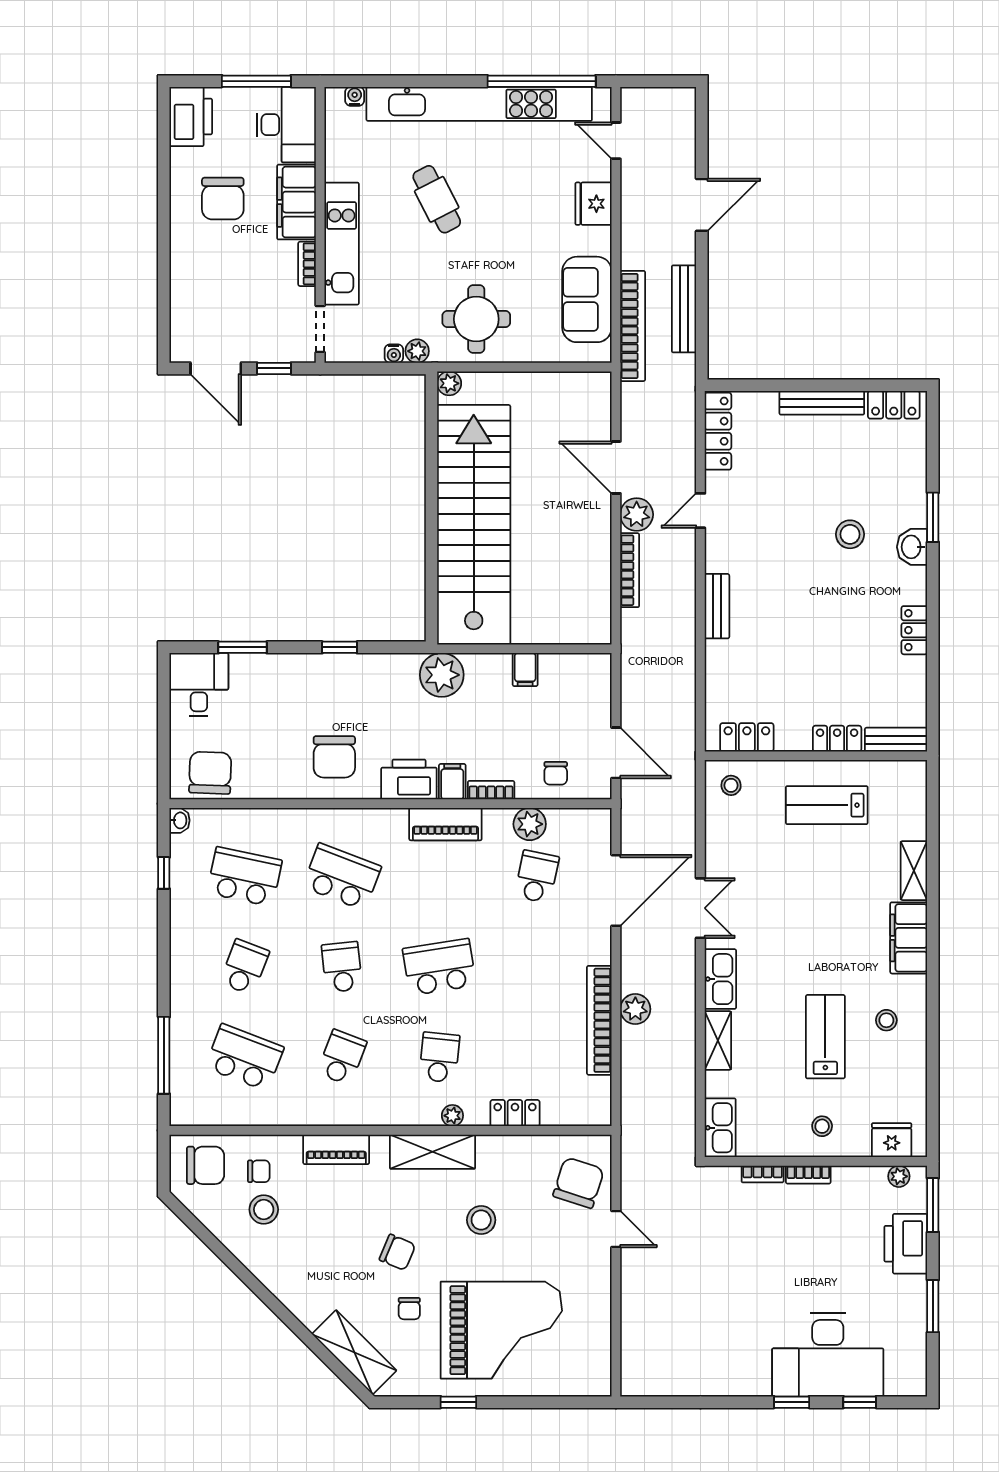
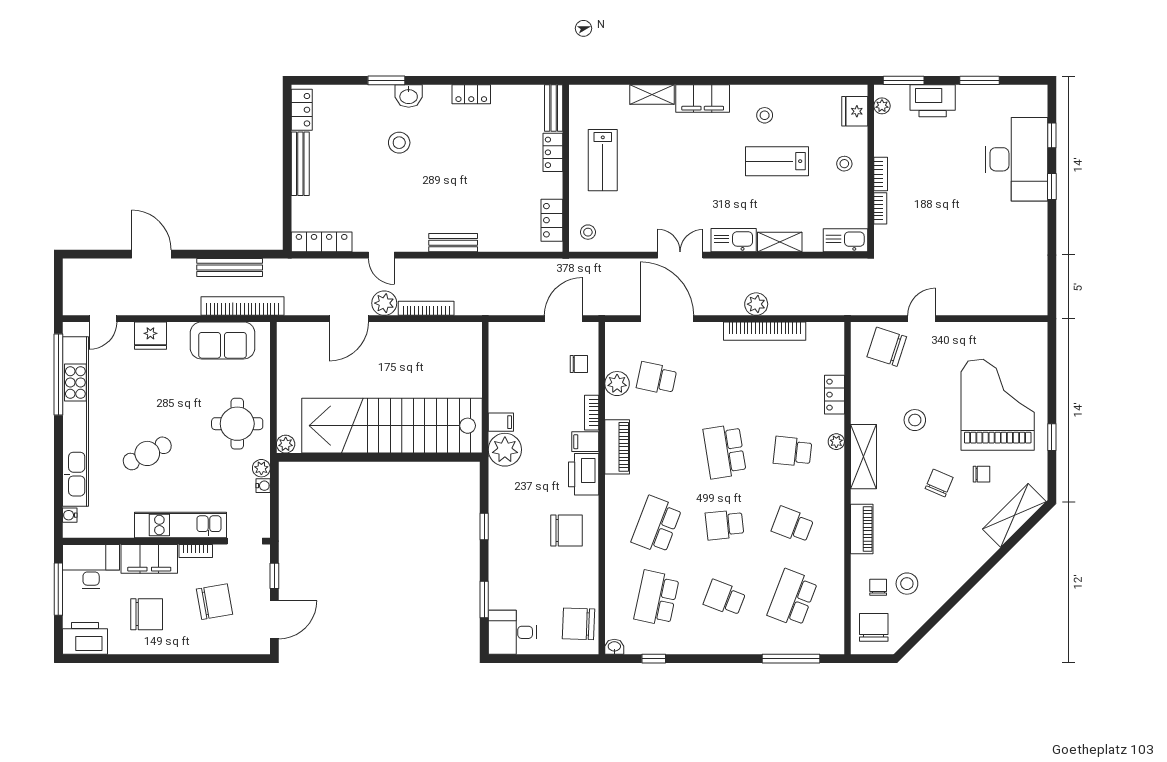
chair: (240, 289) -> (214, 602), added
filing cabinet: (525, 670) -> (501, 422), moved

